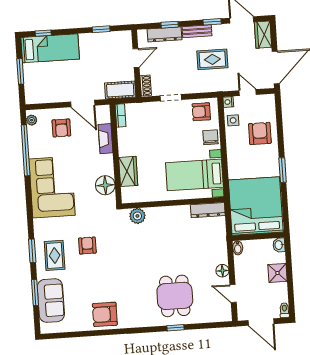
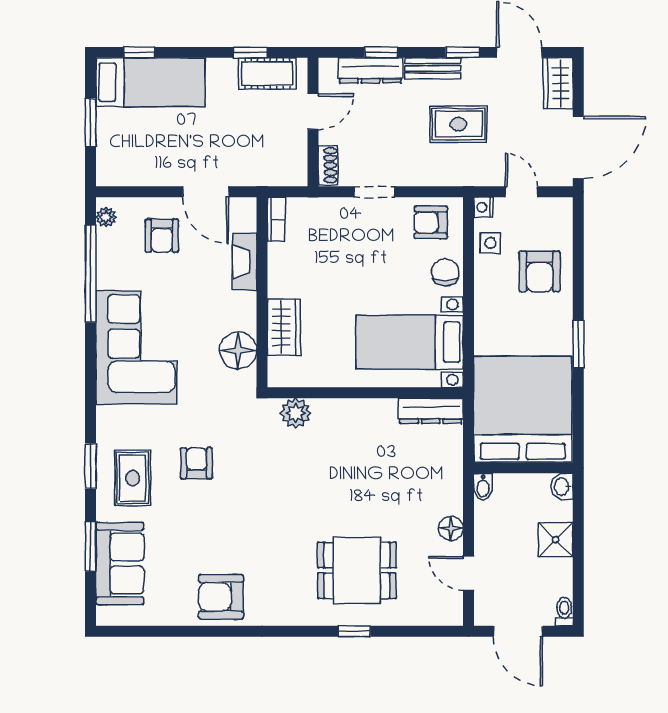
cot: (120, 90) -> (267, 73), moved
armchair: (260, 133) -> (540, 271), turned 180
dining table: (175, 296) -> (357, 570), turned 90

